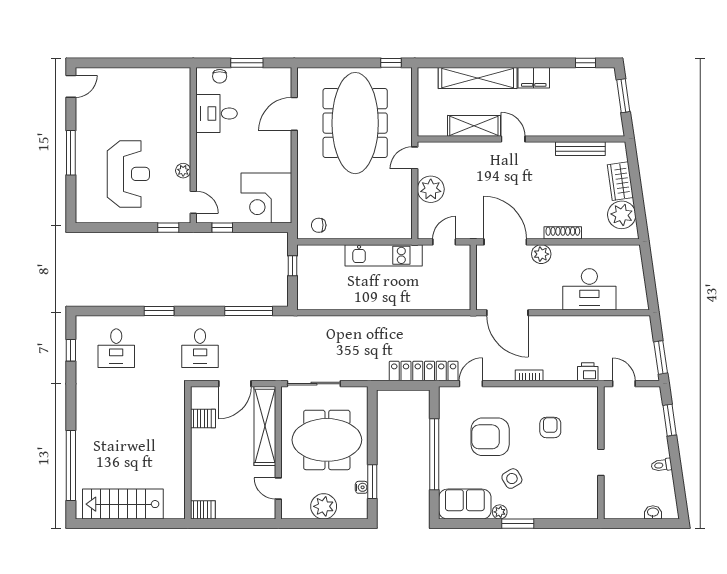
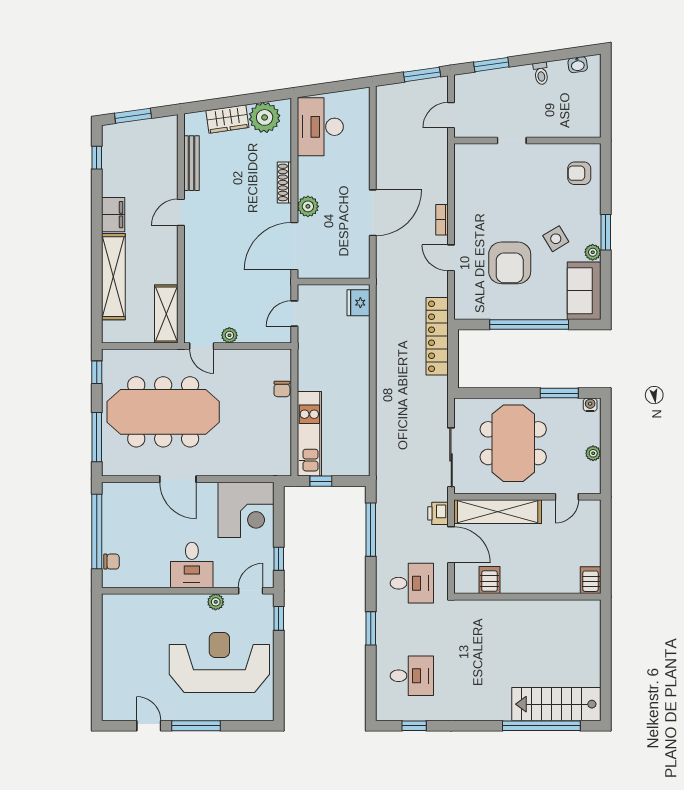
window: (247, 63) -> (97, 531), width x2.11
window: (332, 63) -> (97, 437), added
door: (71, 86) -> (149, 726), moved
desk: (216, 114) -> (192, 565), moved
door: (294, 114) -> (178, 479), moved
shelving: (474, 126) -> (166, 314), moved
door: (513, 139) -> (181, 212), moved
reception desk: (128, 174) -> (219, 662), width x1.36, depth x1.30
plant: (431, 189) -> (229, 335), width x0.53, depth x0.53
chair: (319, 225) -> (282, 389), moved
door: (444, 242) -> (294, 314), hinge flipped
kitchen unit: (384, 255) -> (309, 434), moved
desk: (589, 289) -> (320, 127), moved, turned 180
fridge: (454, 300) -> (358, 303), added
door: (507, 313) -> (373, 213), moved
printer: (588, 372) -> (438, 513), moved
door: (471, 384) -> (451, 258), moved
armchair: (550, 427) -> (579, 173), moved
doorway: (601, 462) -> (512, 140), moved
water cooler: (362, 487) -> (590, 405), moved
stairs: (123, 504) -> (556, 704), moved, turned 90
plant: (324, 506) -> (593, 453), width x0.53, depth x0.53
washbasin: (653, 512) -> (578, 65), moved, turned -98

